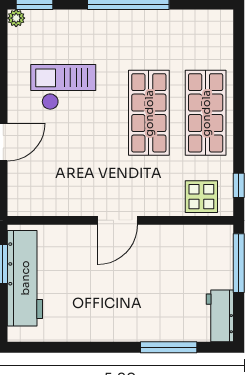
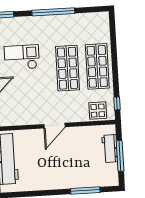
window: (239, 263) -> (120, 156), moved
workbench: (220, 316) -> (110, 149), moved

